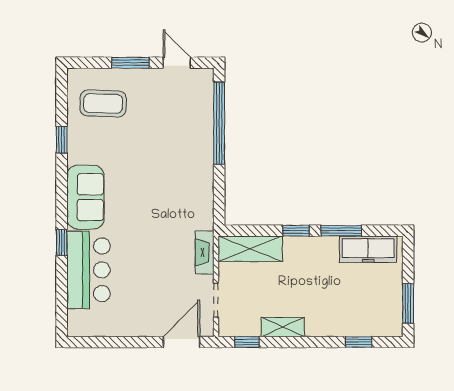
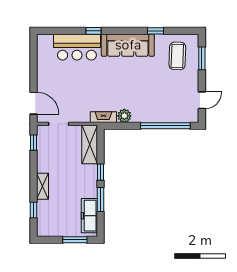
window: (130, 63) -> (202, 58), moved
plant: (202, 191) -> (124, 116), added
sofa: (85, 197) -> (128, 45), width x1.36
fireplace: (205, 252) -> (103, 117), moved
window: (408, 303) -> (75, 240), moved
shelving: (283, 327) -> (43, 186), moved

